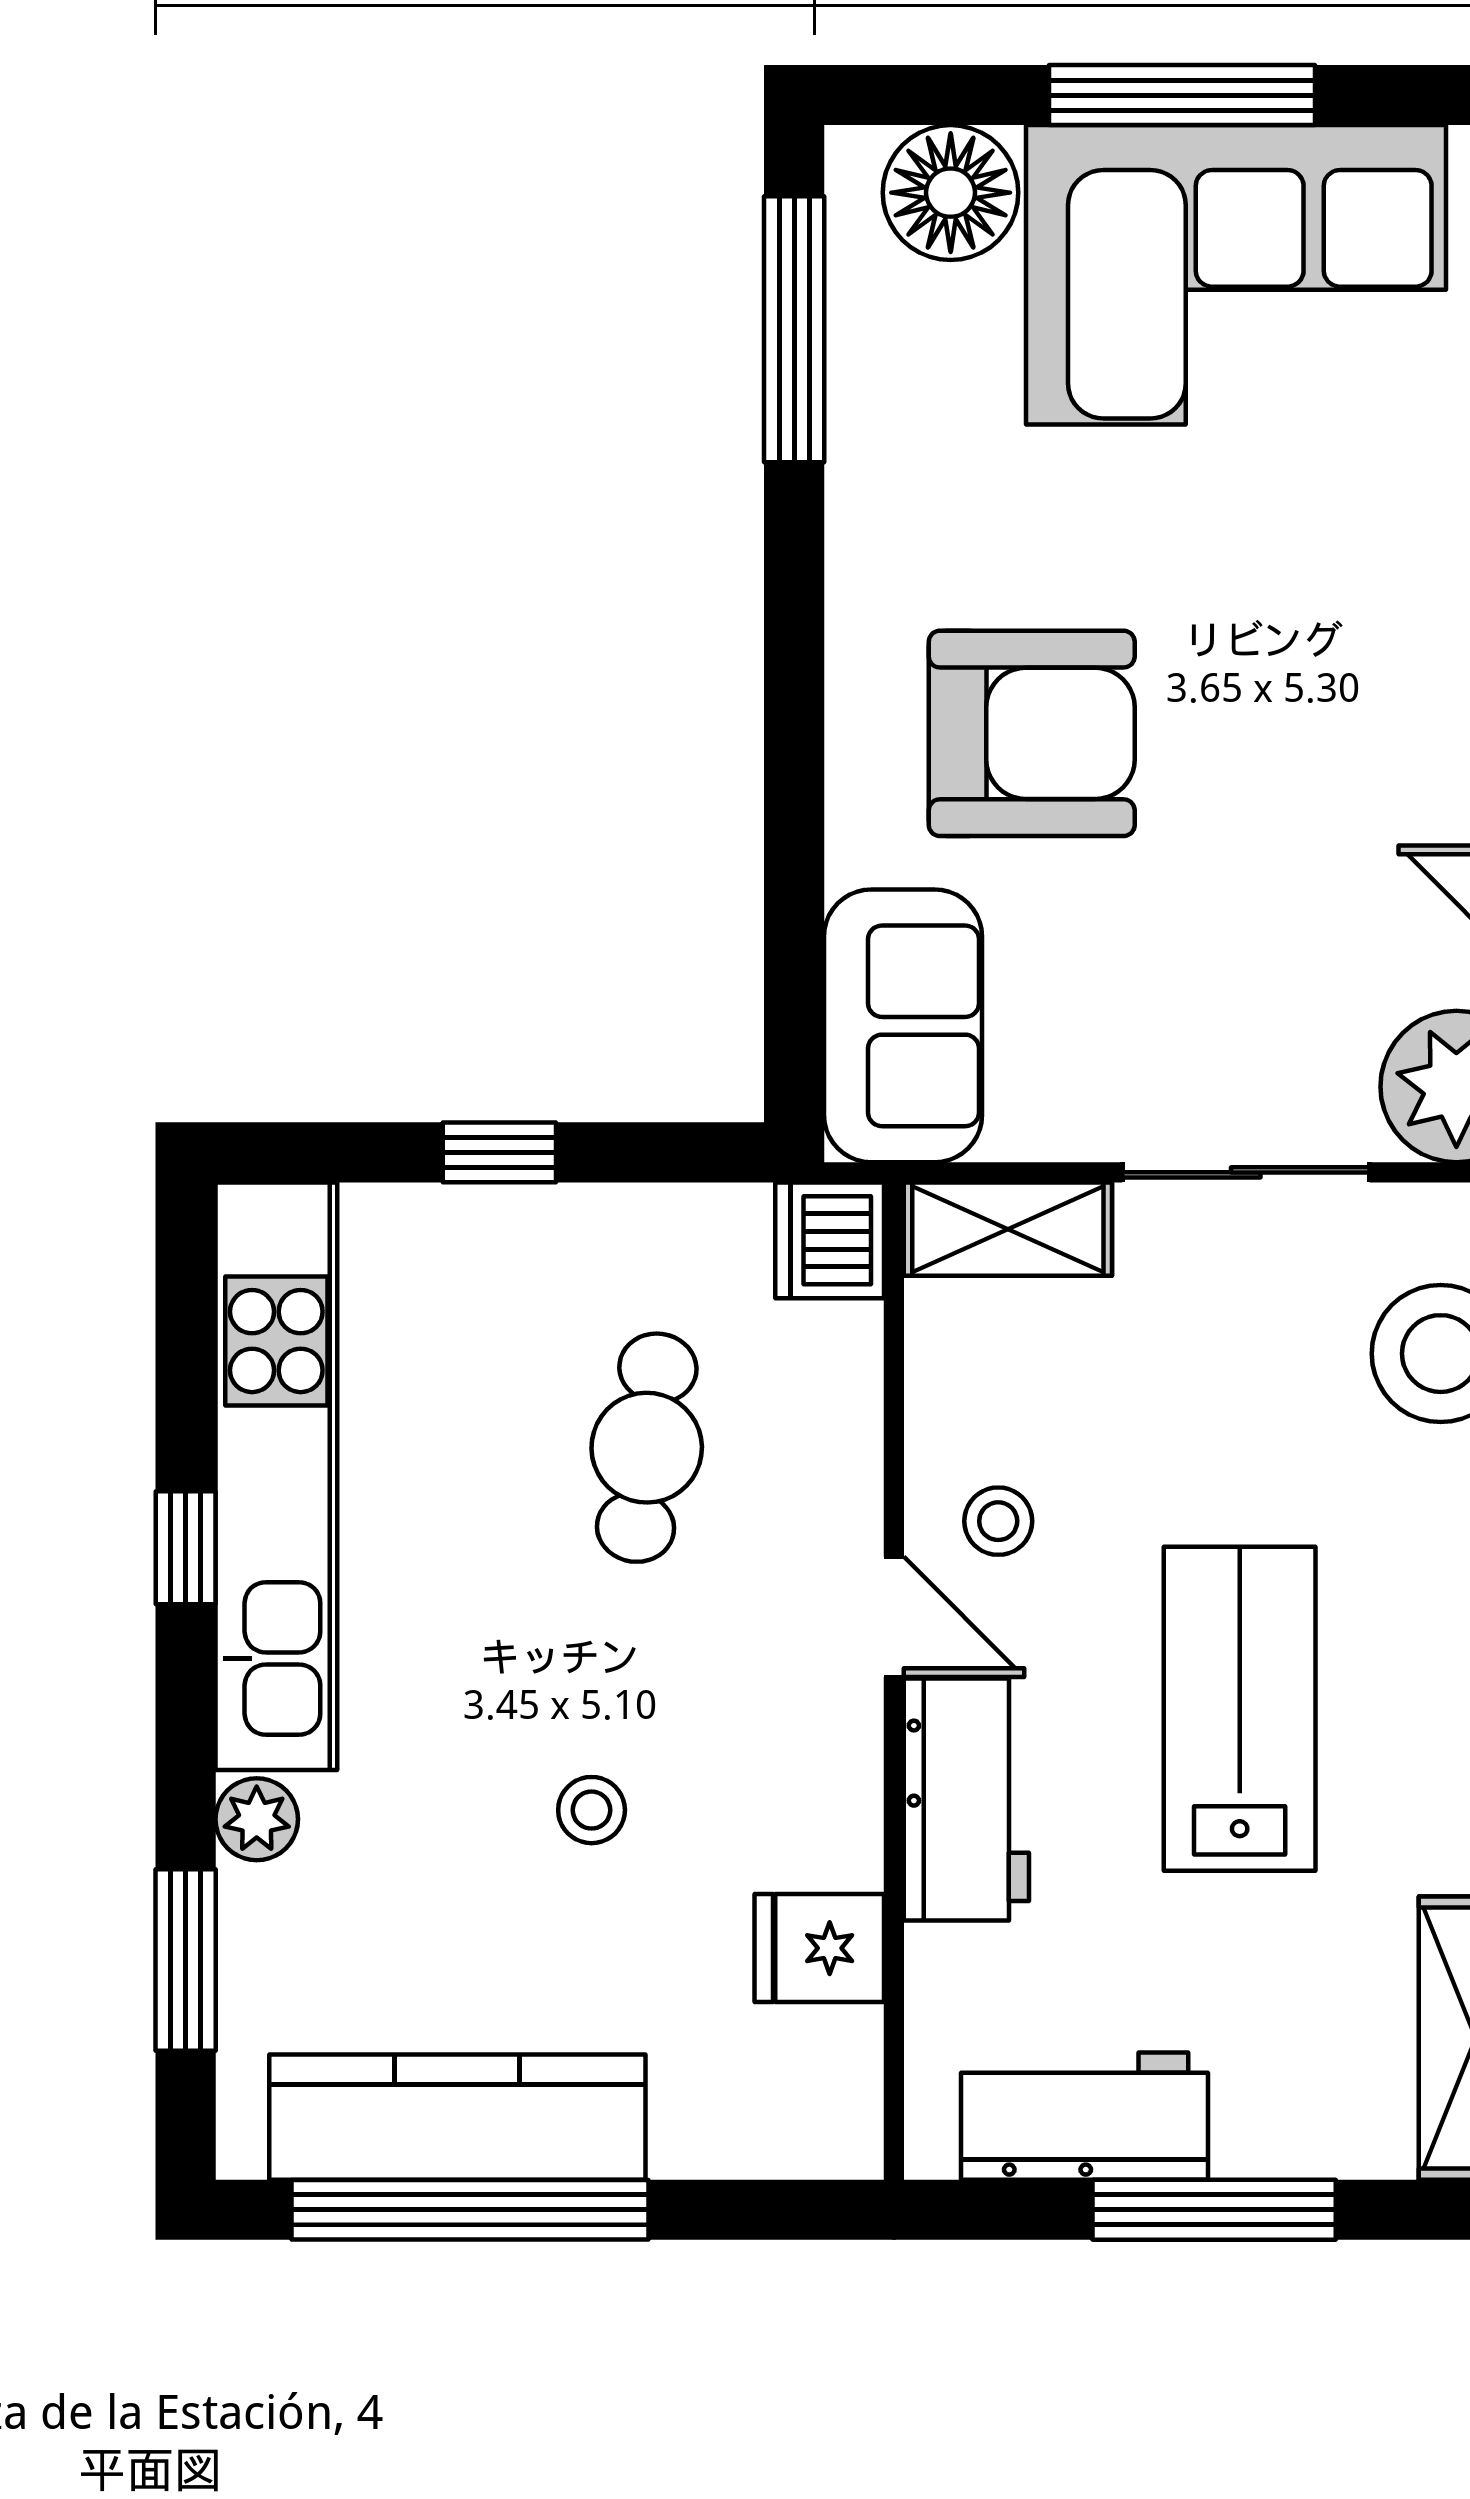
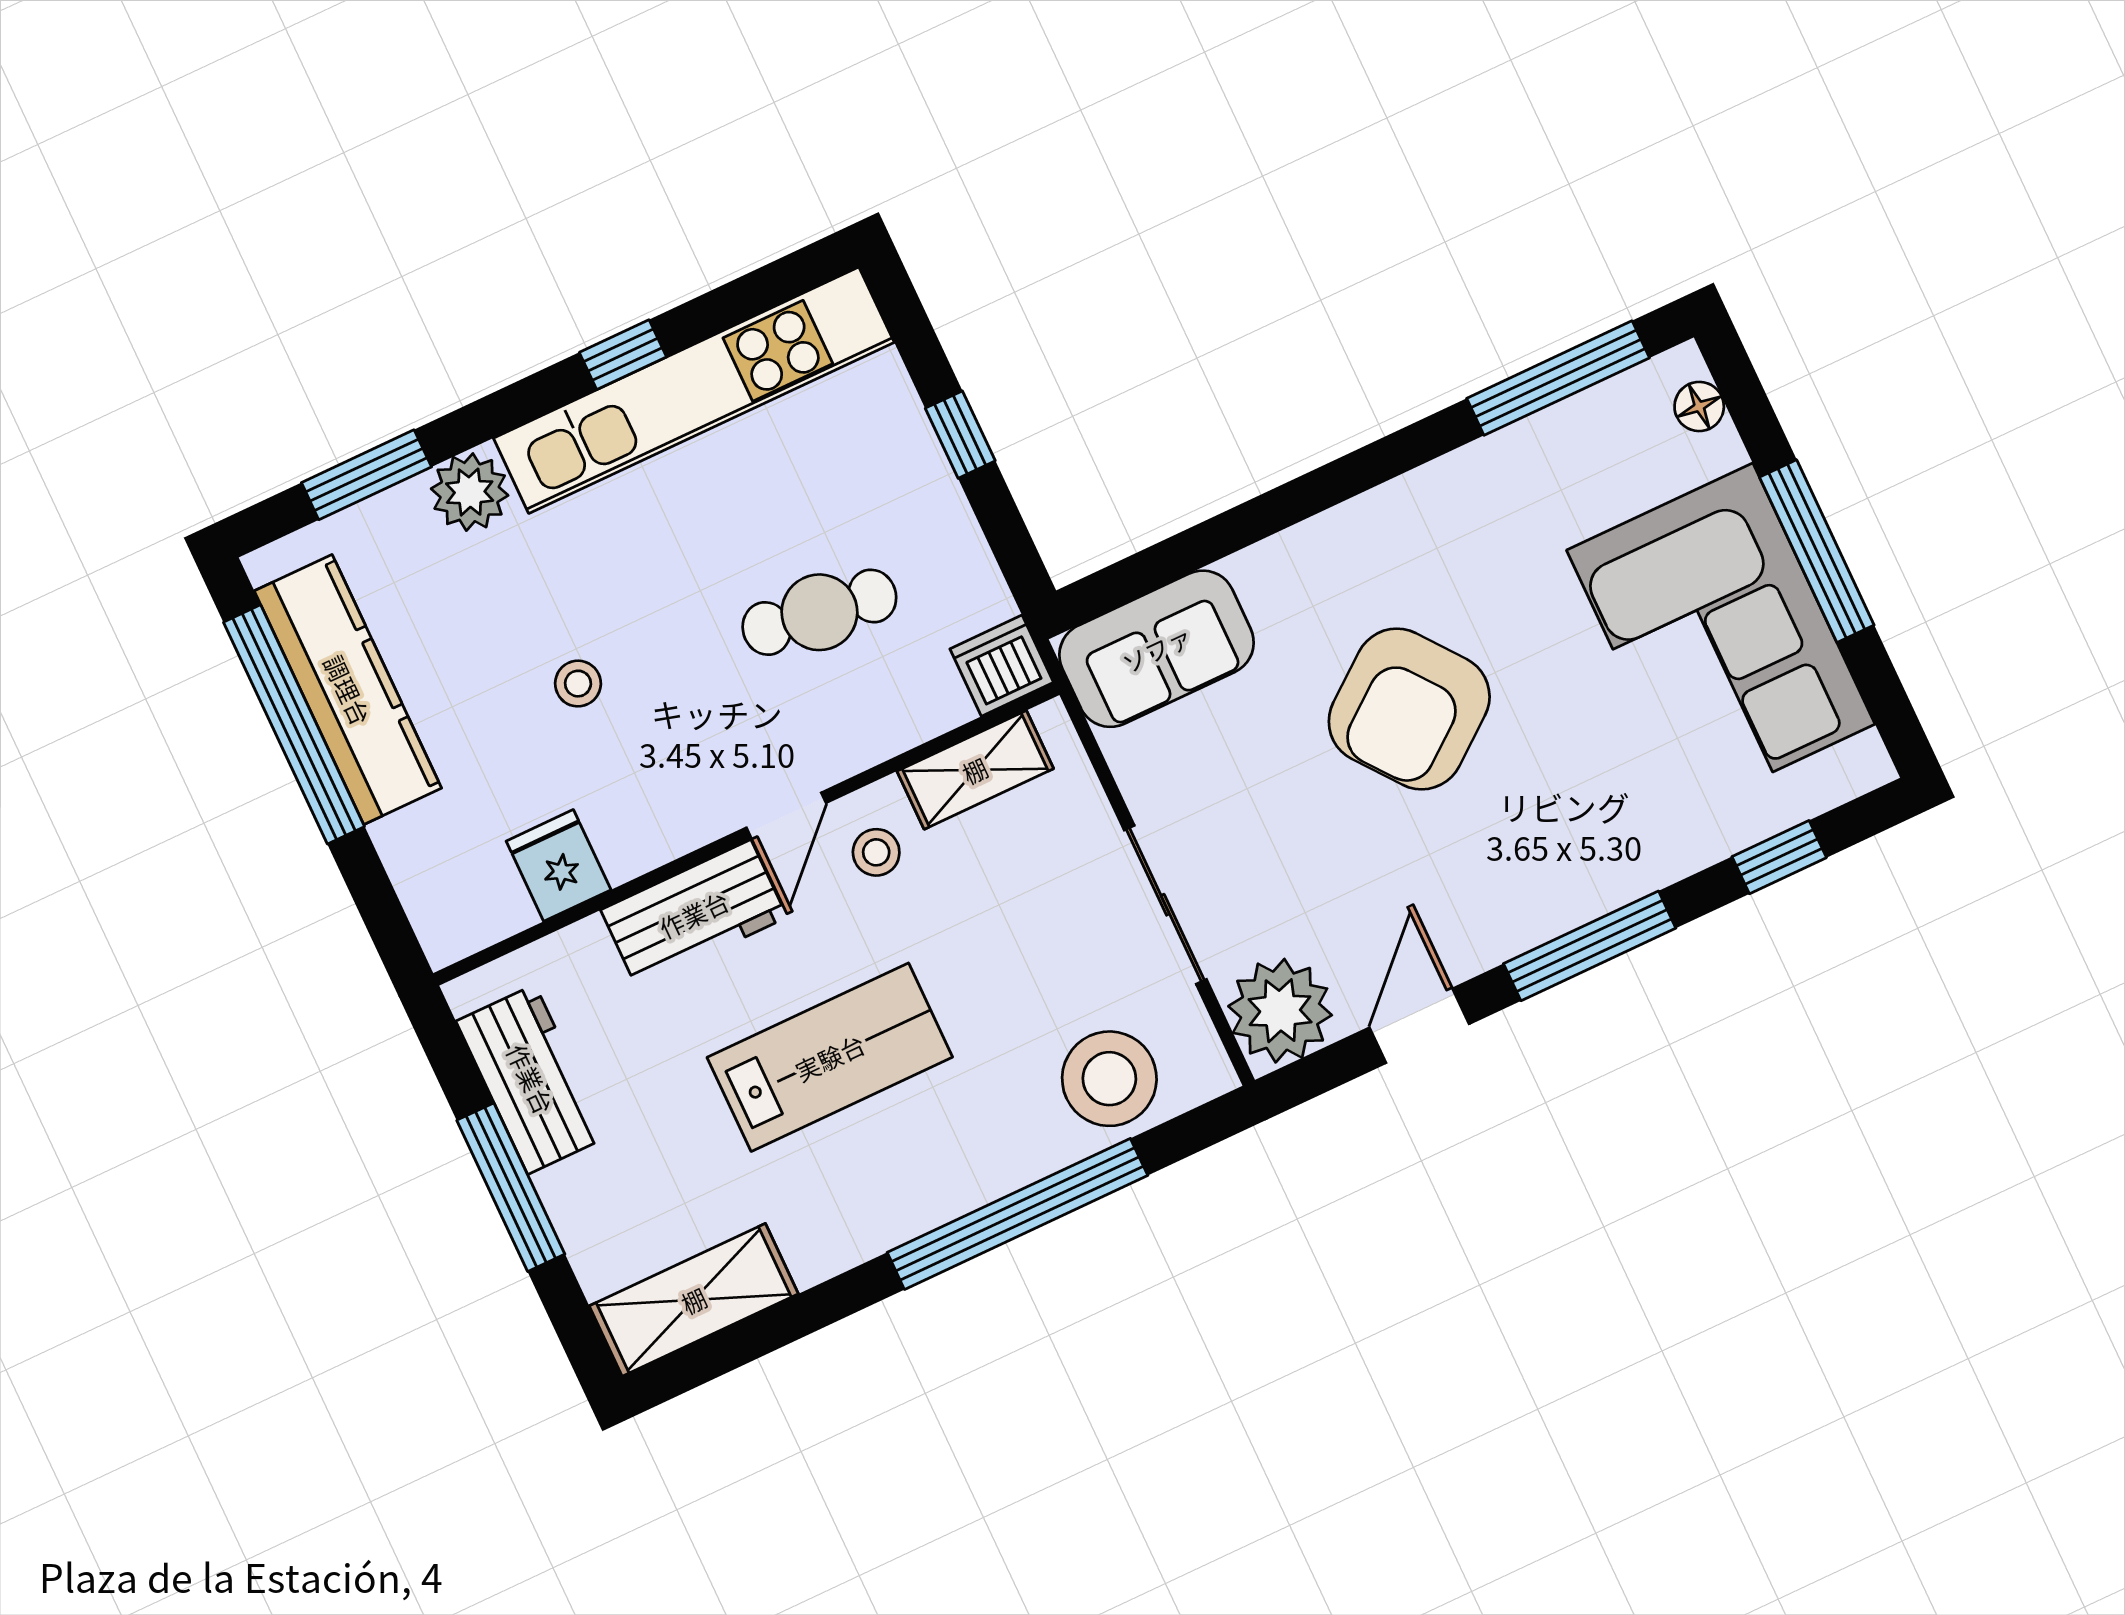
floor lamp: (951, 193) -> (1699, 407), width x0.53, depth x0.53
armchair: (1032, 733) -> (1409, 709), moved, turned 52
shelving: (1008, 1229) -> (975, 770), moved, turned 90
plant: (257, 1819) -> (470, 492), width x1.38, depth x1.38

